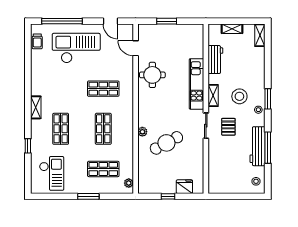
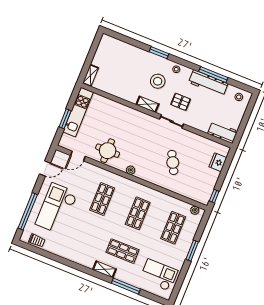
shelving: (232, 29) -> (90, 75), moved
shelving: (260, 35) -> (111, 41), removed
workbench: (215, 60) -> (223, 132), moved
kitchen unit: (196, 84) -> (78, 112), moved, turned -90
window: (268, 99) -> (159, 53), moved
shelving: (36, 107) -> (104, 269), moved
shop shelf: (103, 129) -> (138, 213), turned 90
plant: (142, 132) -> (131, 170), moved
cafe table: (166, 143) -> (173, 162), width x0.73, depth x0.74
window: (28, 146) -> (126, 286), width x2.17
window: (168, 196) -> (214, 196), moved

